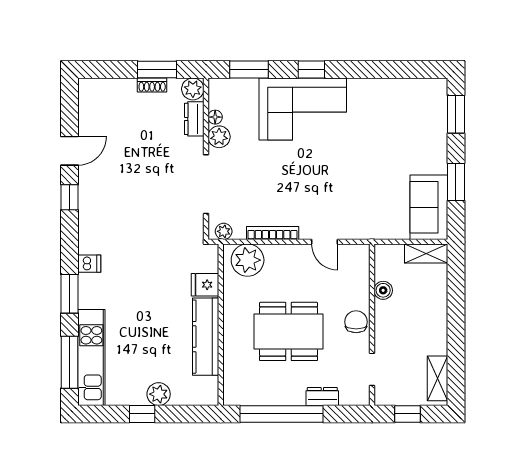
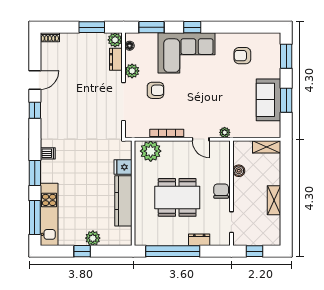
shoe rack: (152, 85) -> (50, 37), moved
armchair: (389, 113) -> (242, 56), added
floor lamp: (215, 117) -> (130, 46), moved
armchair: (255, 167) -> (155, 90), added
sofa: (429, 207) -> (268, 100), moved
plant: (224, 231) -> (225, 132), moved
shelving: (437, 378) -> (274, 200), moved

